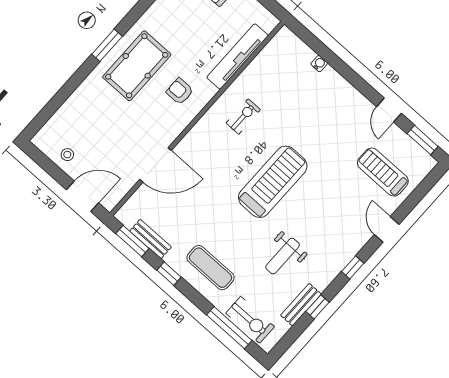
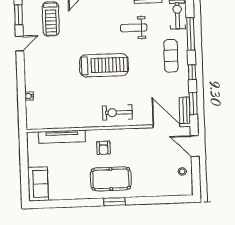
exercise bike: (243, 116) -> (117, 113), moved, width x1.38, depth x1.39
door: (156, 165) -> (166, 126), moved
treadmill: (273, 182) -> (104, 65), turned 180
bench: (151, 239) -> (185, 110), moved
weight bench: (283, 256) -> (134, 28), turned 180
window: (229, 328) -> (191, 34), moved

